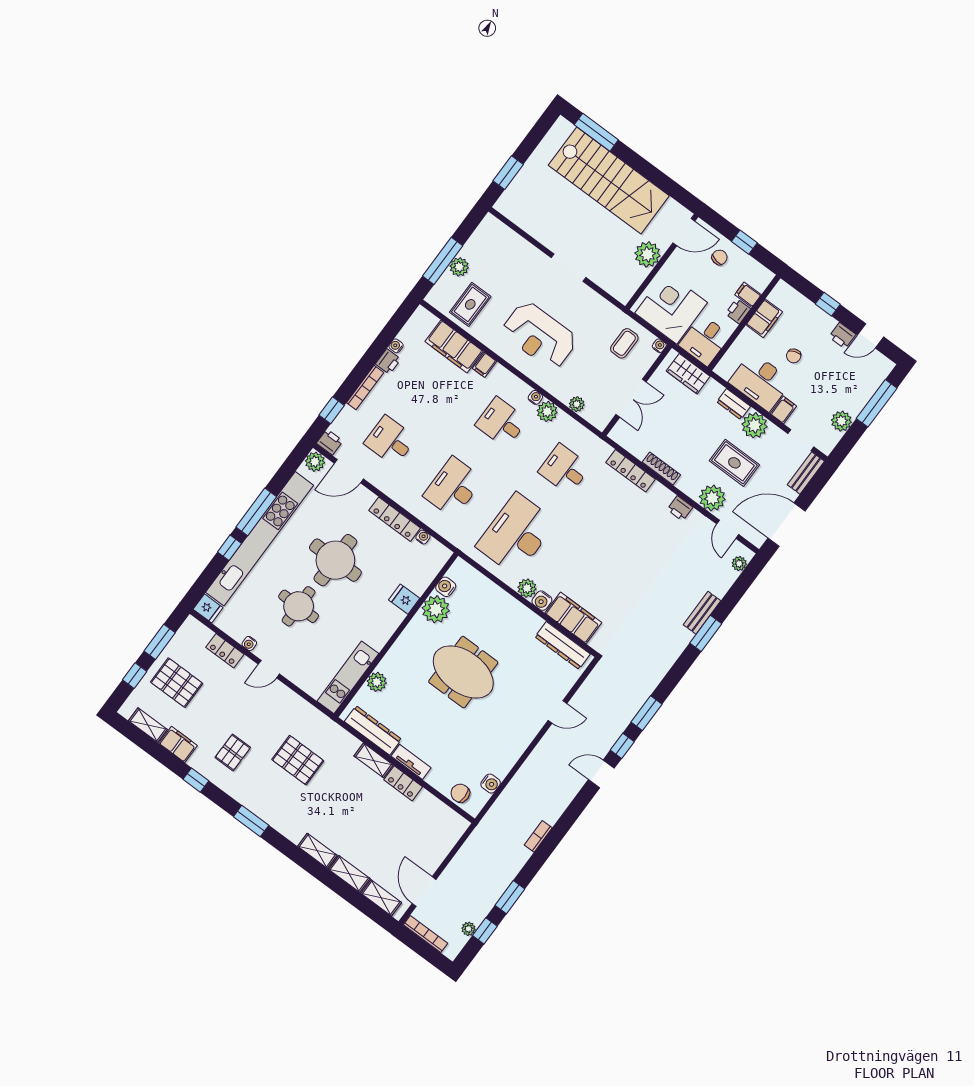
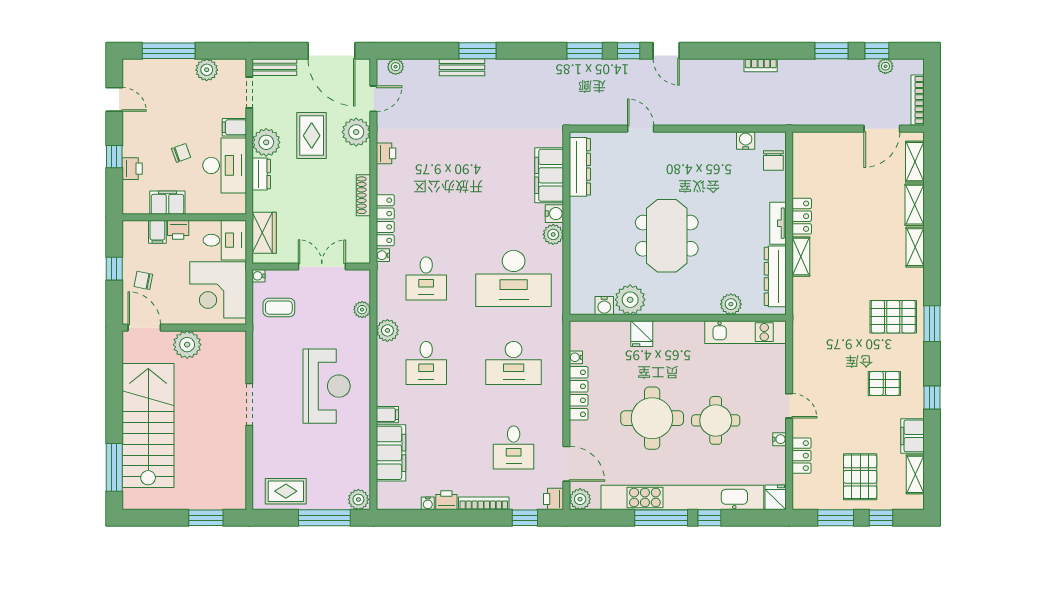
plant: (459, 267) -> (358, 499), moved
rug: (470, 304) -> (286, 491), moved
printer: (842, 336) -> (132, 169), moved
water cooler: (535, 397) -> (383, 255), moved
pallet: (298, 760) -> (893, 317), moved, turned 90

